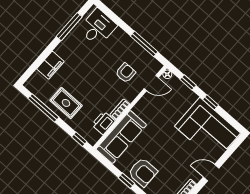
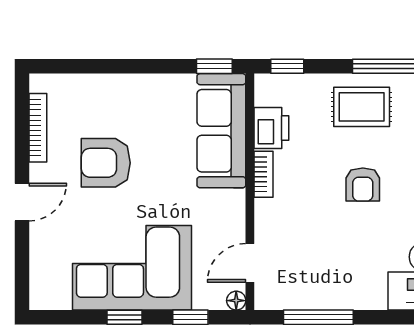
armchair: (126, 73) -> (363, 184), moved
corner sofa: (208, 130) -> (132, 268), moved
armchair: (143, 172) -> (106, 163), moved
window: (126, 181) -> (214, 66), moved

